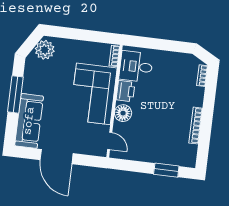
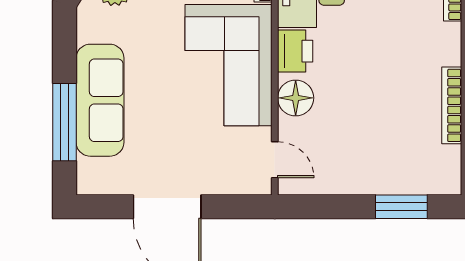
window: (15, 94) -> (64, 122), moved
sofa: (29, 121) -> (100, 100), moved

